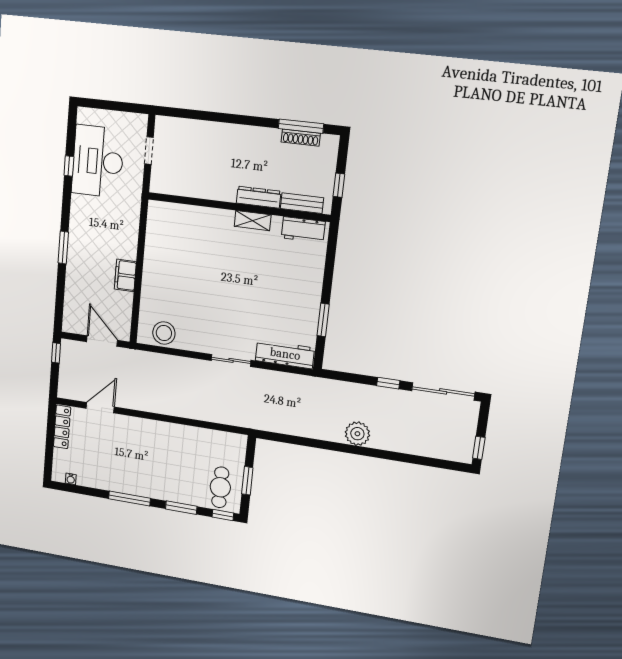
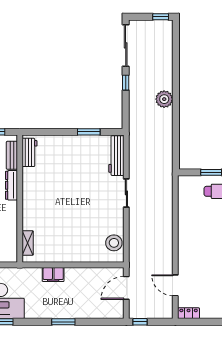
shelving: (253, 221) -> (28, 243), moved
filing cabinet: (125, 275) -> (53, 274), moved
locker: (62, 427) -> (189, 313), width x0.66

